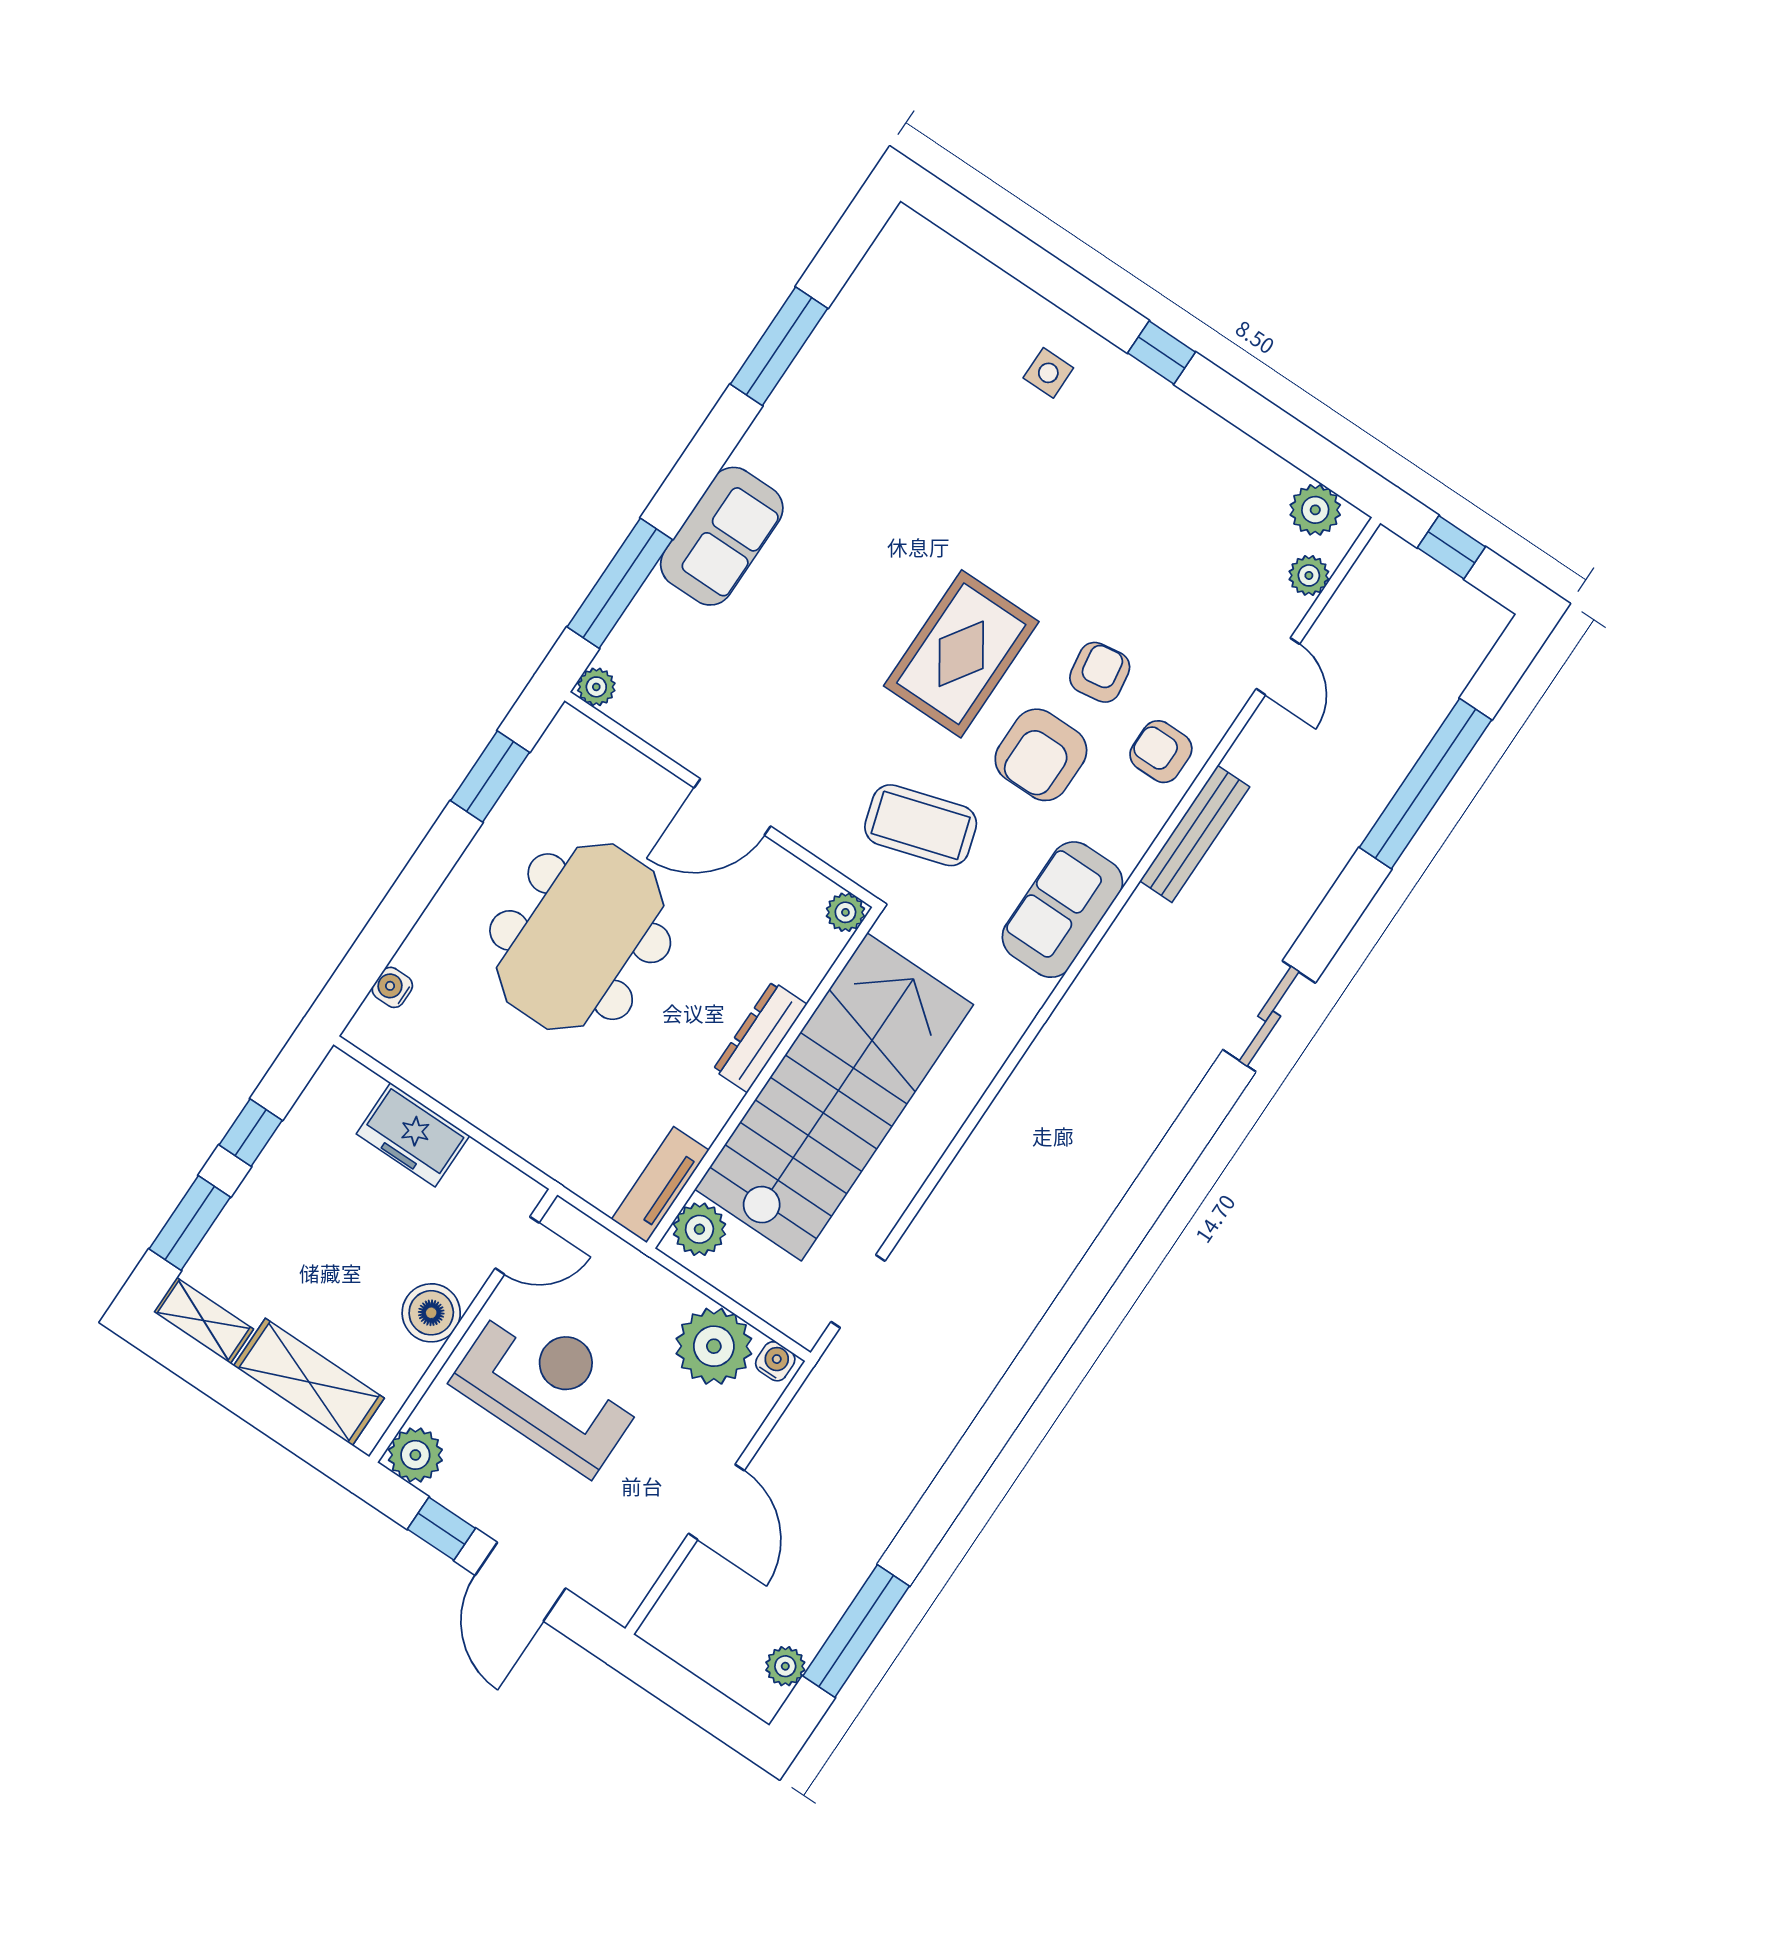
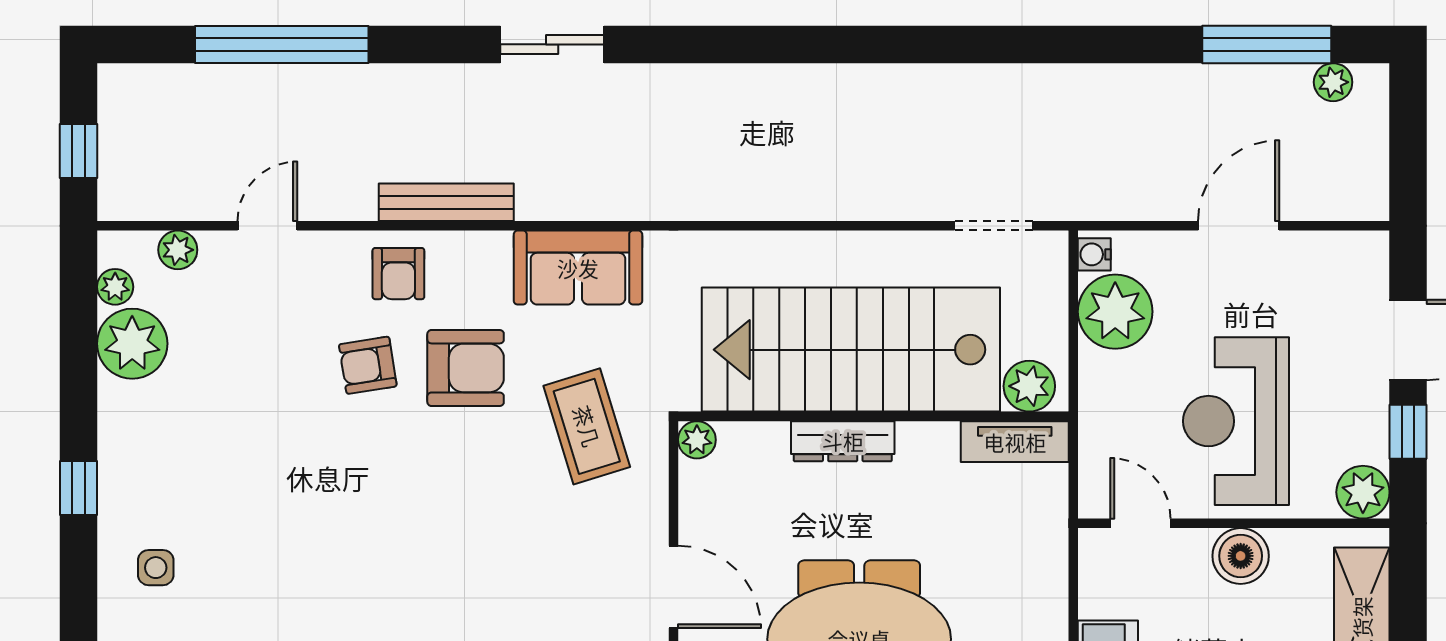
plant: (1255, 482) -> (132, 344), added
plant: (1315, 510) -> (115, 287), width x0.73, depth x0.73
rug: (961, 654) -> (428, 486), removed

